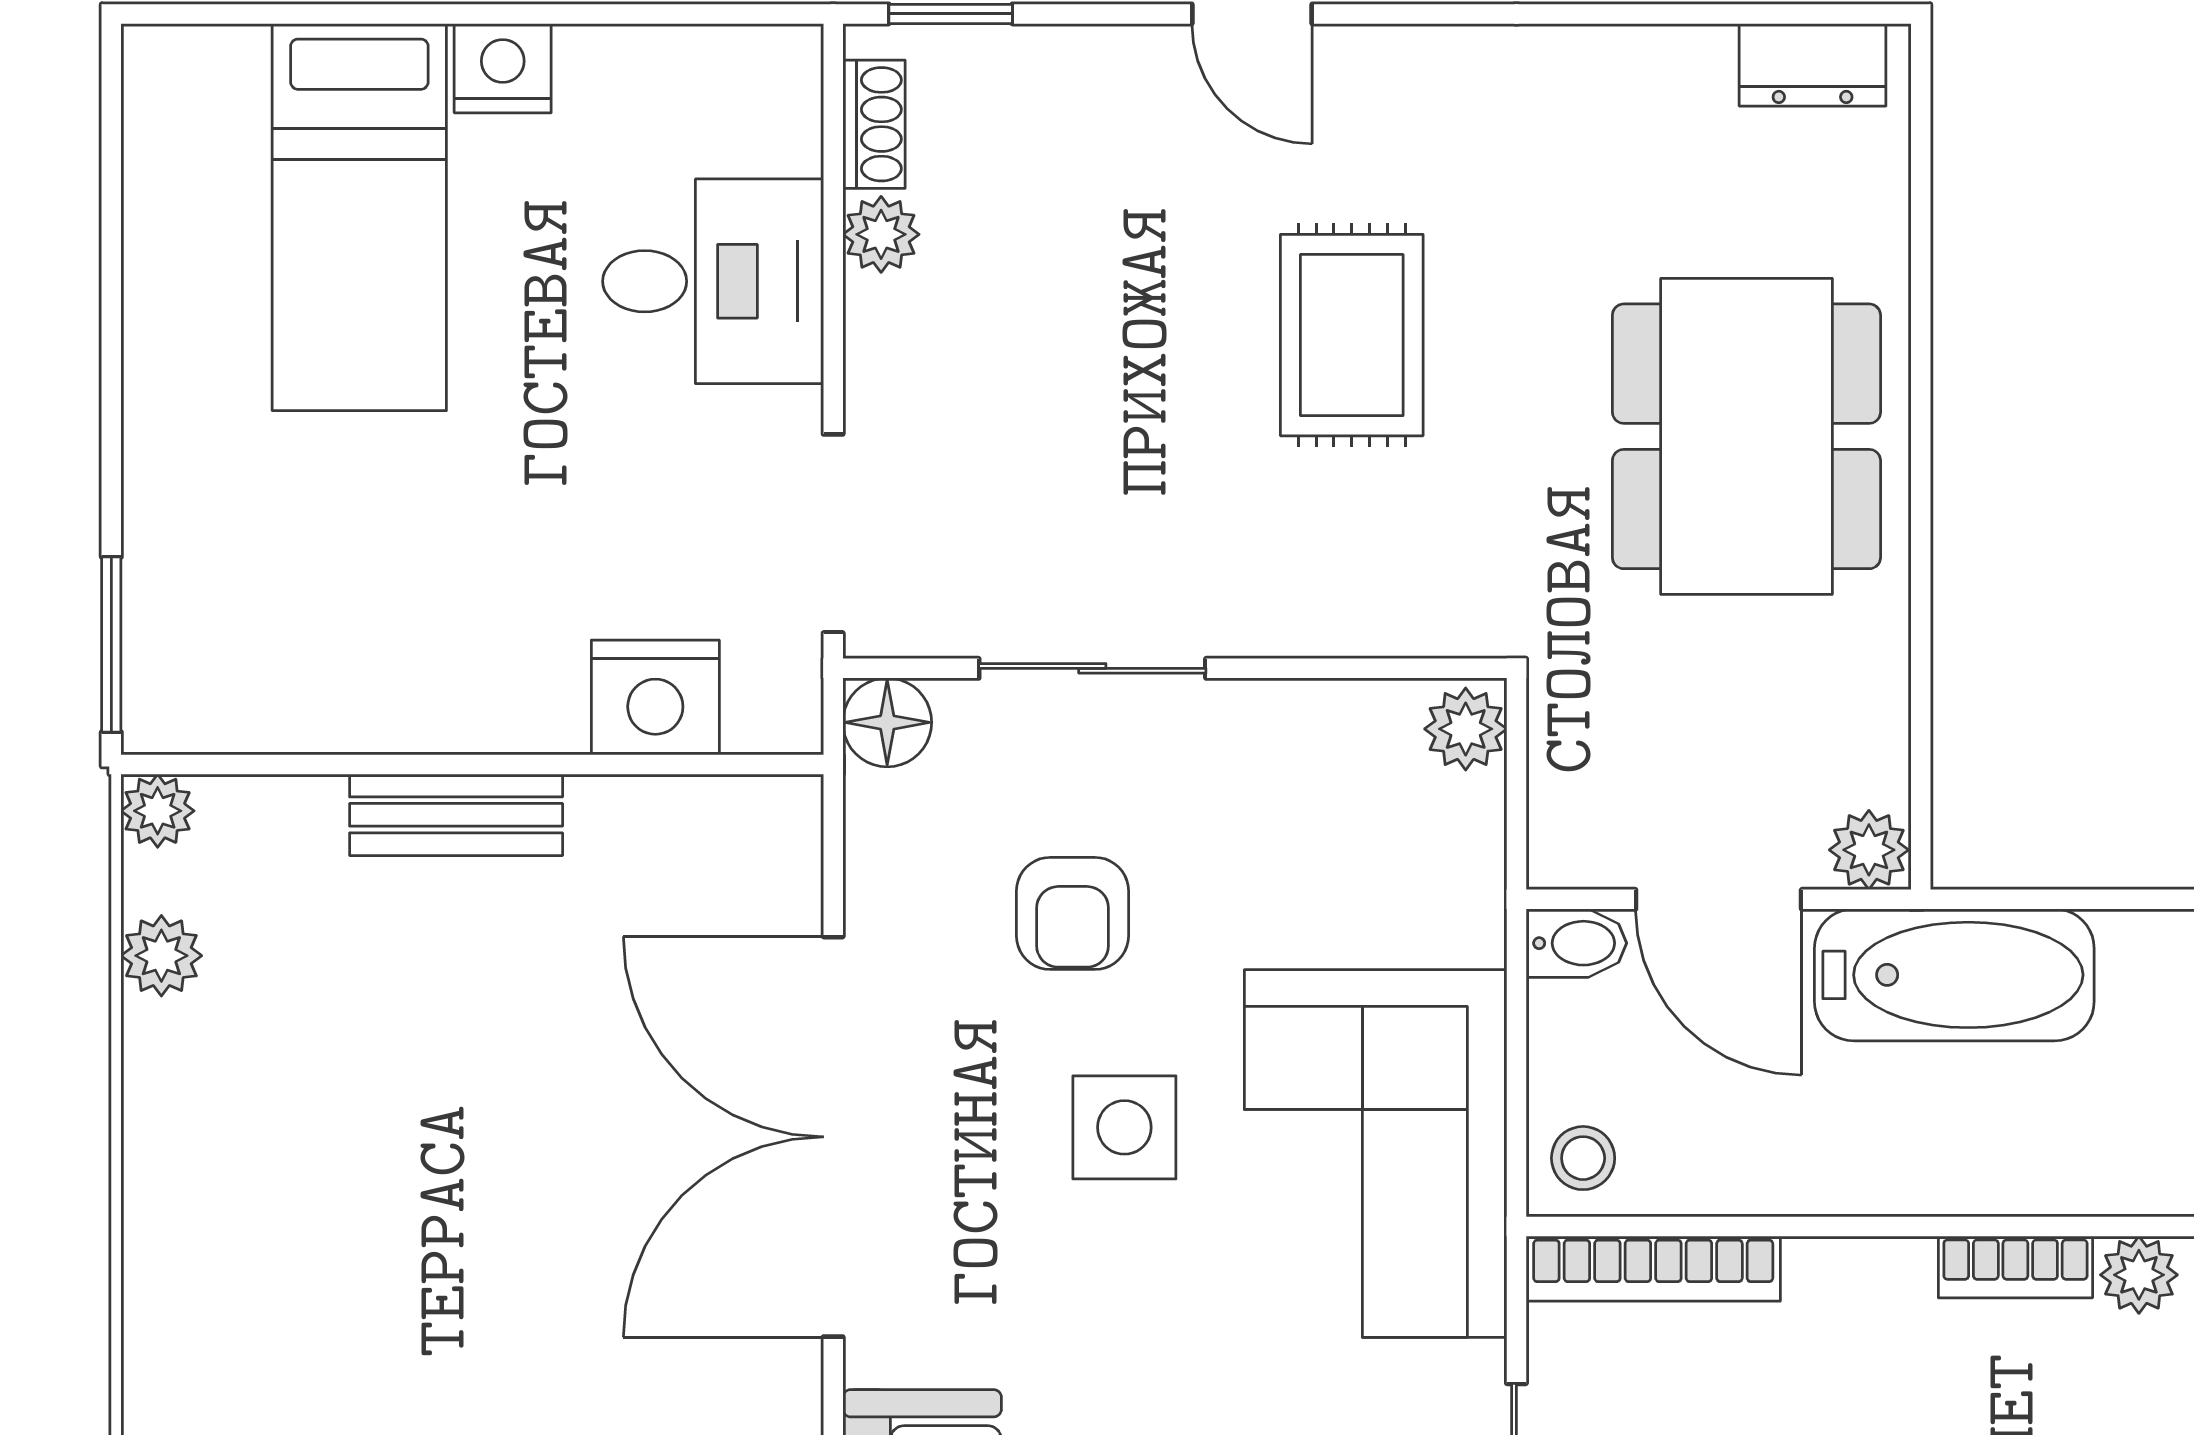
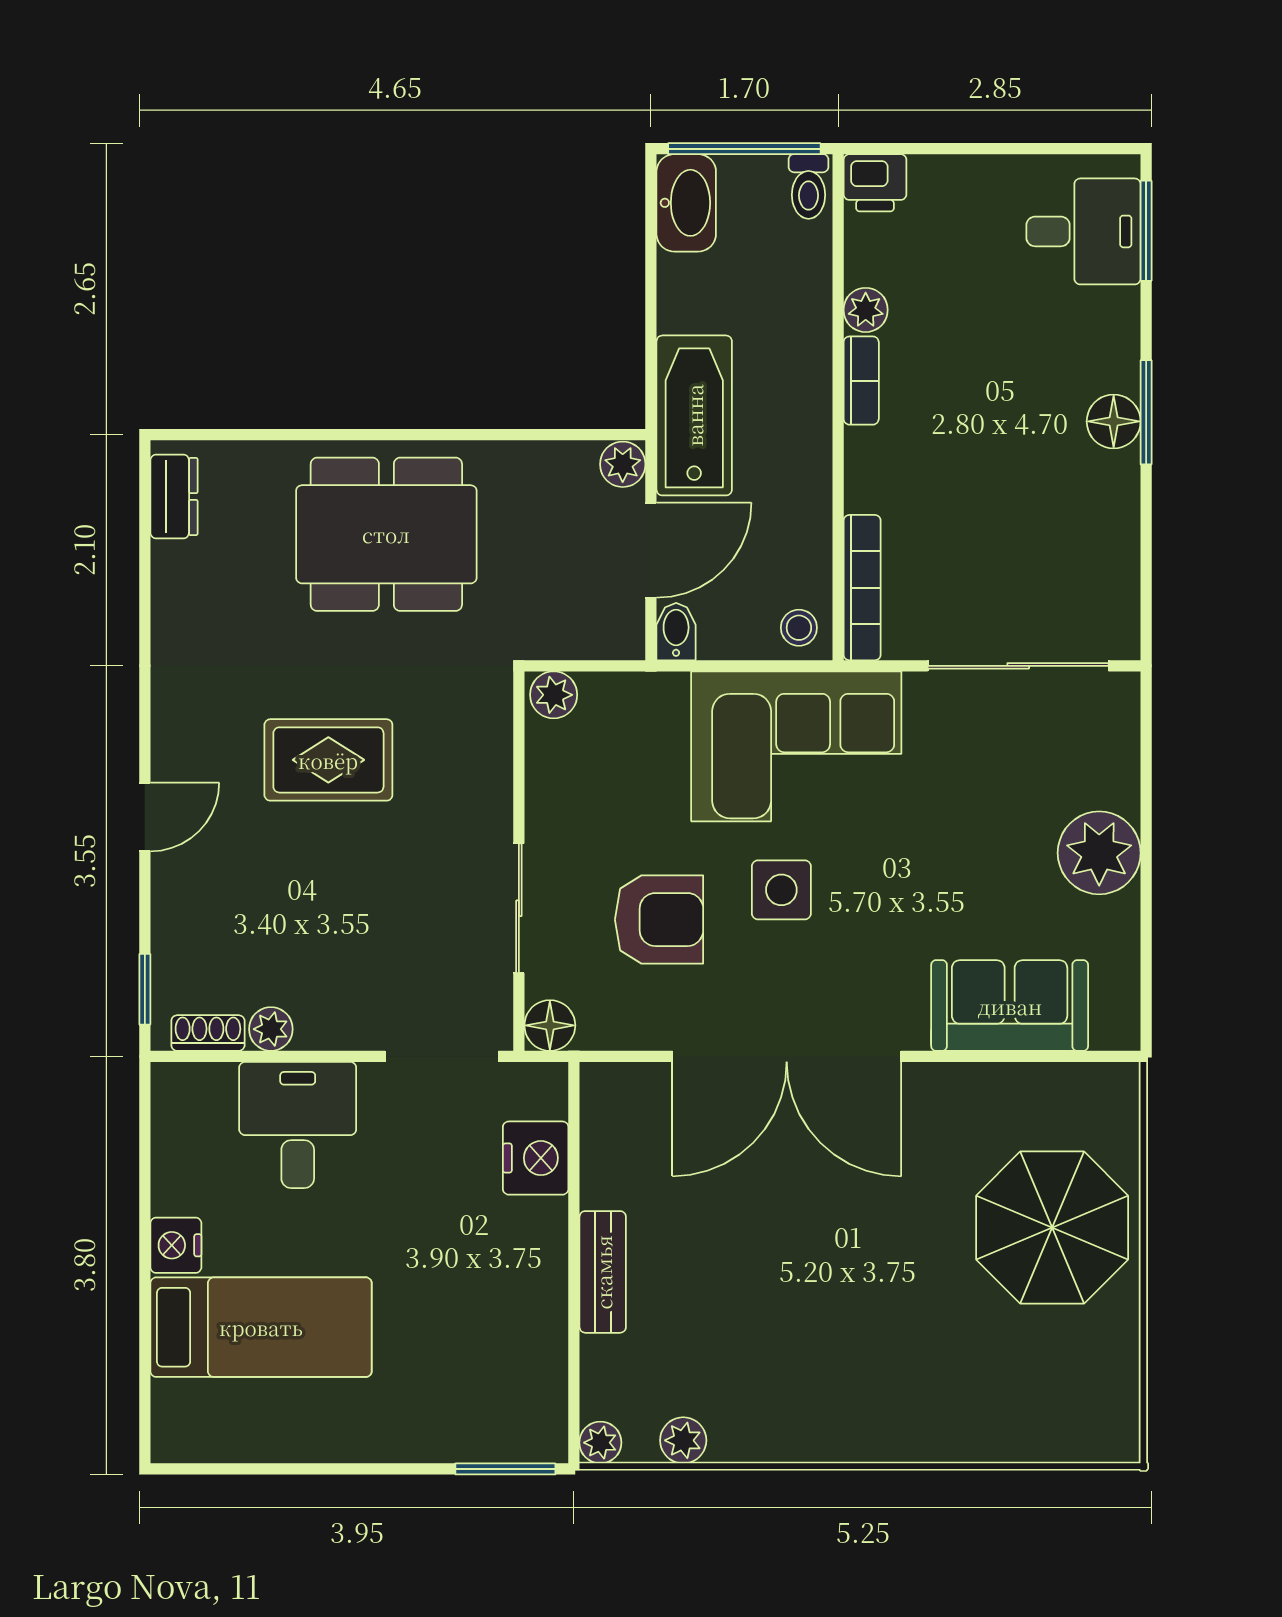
armchair: (1073, 913) -> (659, 920), width x1.38, depth x1.38

